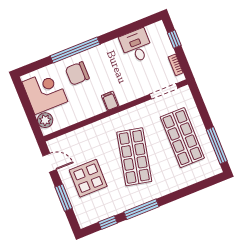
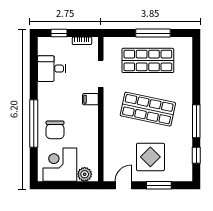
doorway: (164, 91) -> (101, 74), moved
filing cabinet: (110, 101) -> (90, 99), moved
window: (217, 145) -> (153, 33), moved

